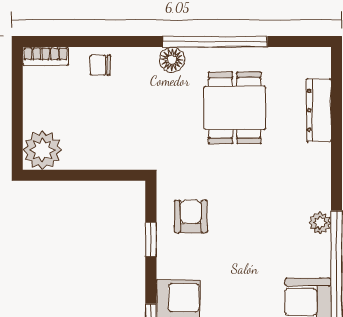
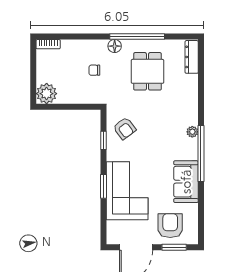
chair: (100, 65) -> (94, 70), moved
dresser: (319, 110) -> (192, 57), moved
armchair: (191, 216) -> (124, 128), turned 143

